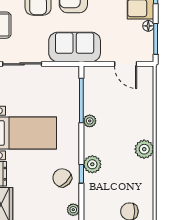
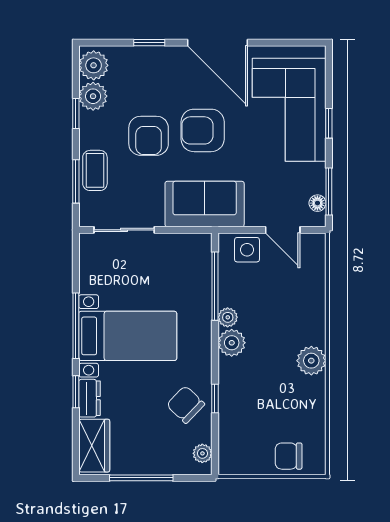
floor lamp: (148, 26) -> (317, 203), moved
side table: (102, 77) -> (247, 250), added
plant: (92, 164) -> (232, 343), moved

